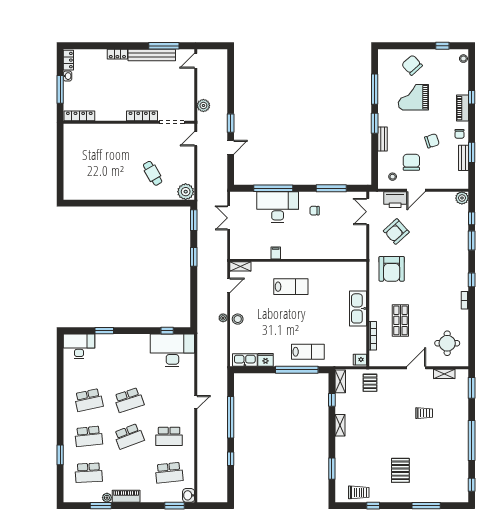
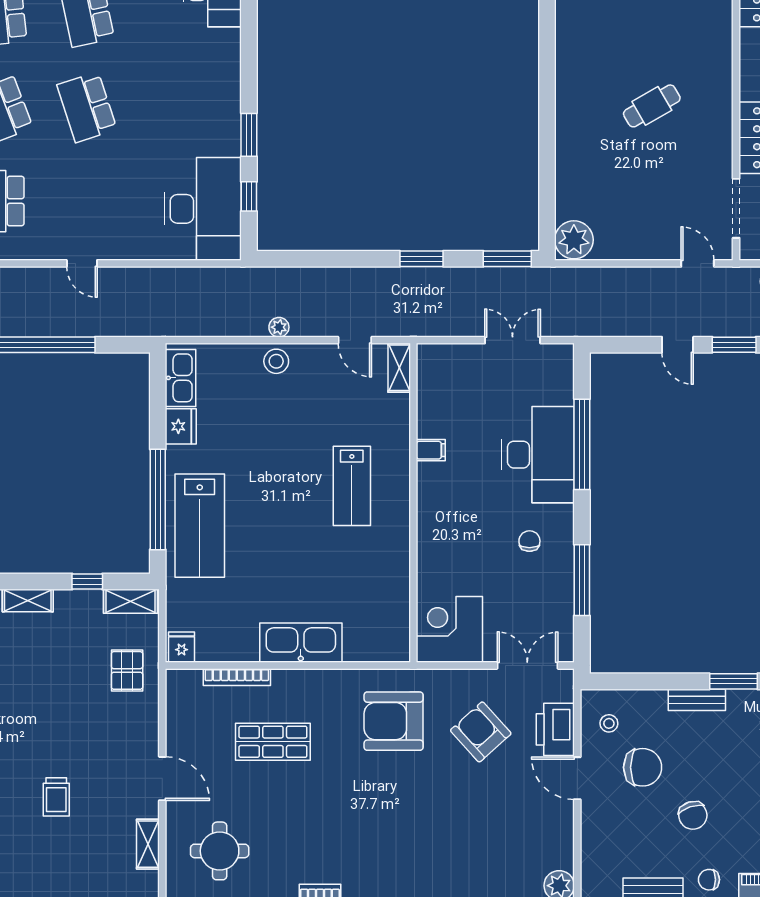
cafe table: (153, 173) -> (652, 106), moved
corner desk: (352, 245) -> (449, 629), added
window: (104, 331) -> (249, 135), moved
lab bench: (308, 352) -> (200, 526), width x1.36, depth x1.39
pallet: (370, 383) -> (127, 670), turned 90

